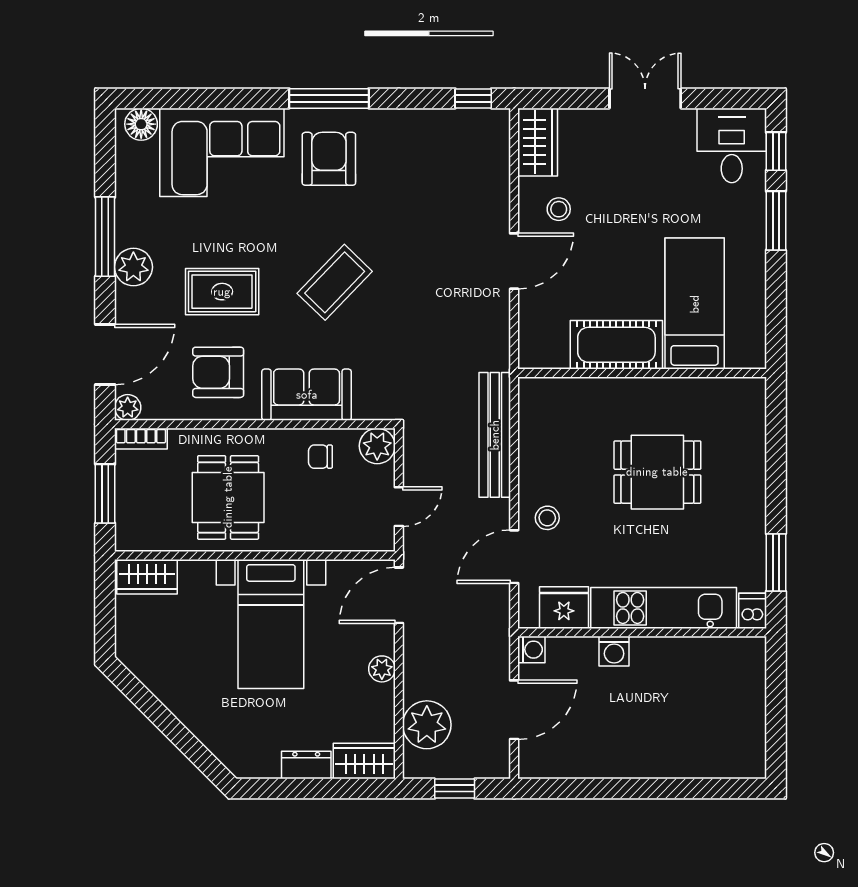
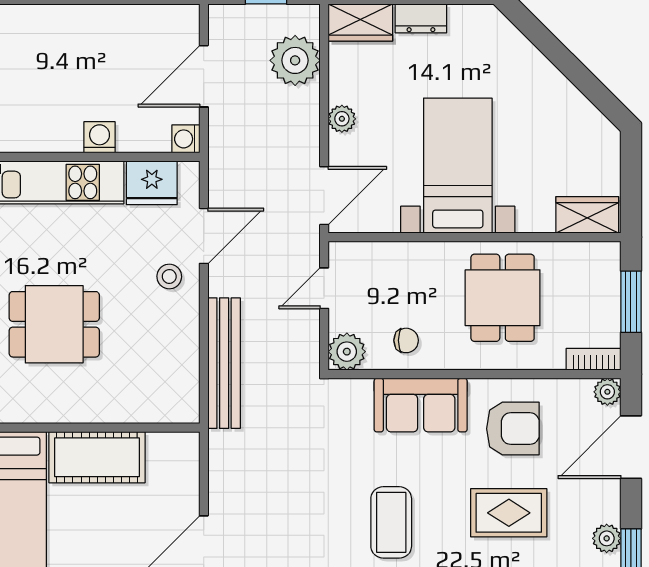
plant: (133, 267) -> (607, 538), width x0.73, depth x0.73
coffee table: (335, 282) -> (391, 522), turned -44

